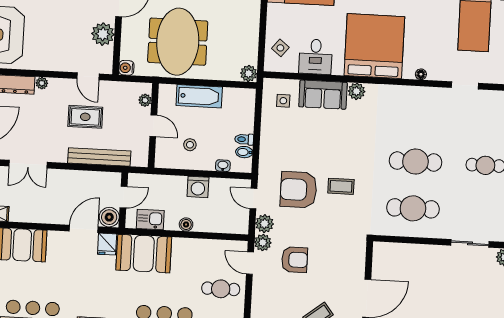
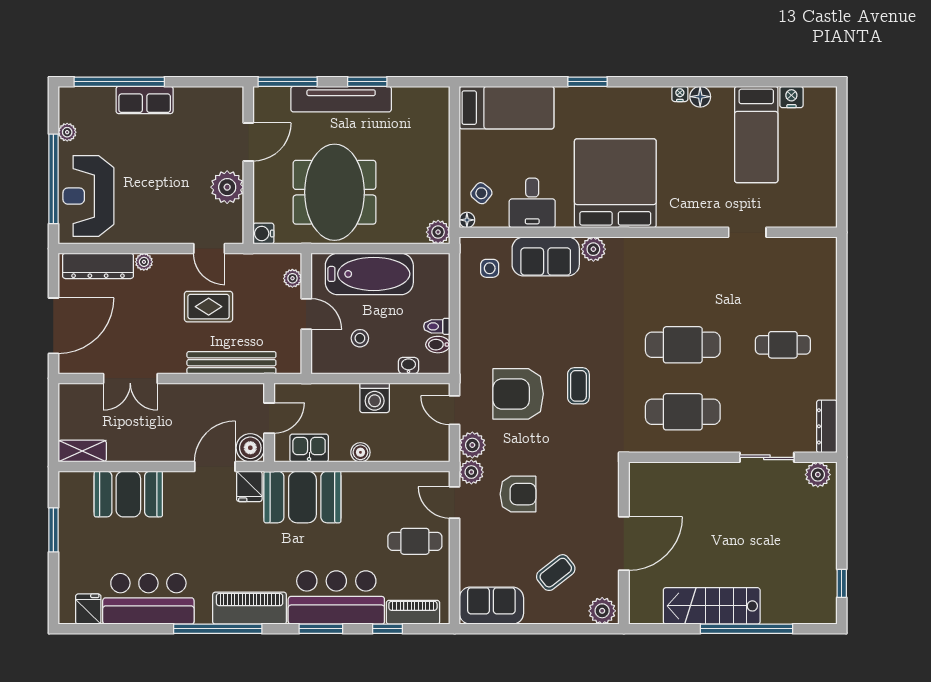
floor lamp: (421, 74) -> (467, 220), moved
bathtub: (199, 96) -> (369, 274), width x1.36, depth x1.36
coffee table: (341, 186) -> (578, 386), turned 90

